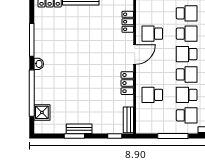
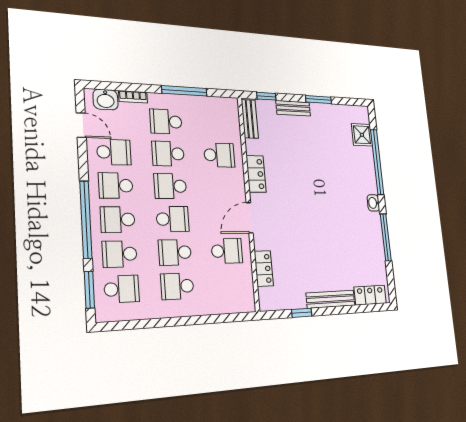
school desk: (187, 95) -> (168, 154), turned 180
bench: (79, 129) -> (293, 108), moved

